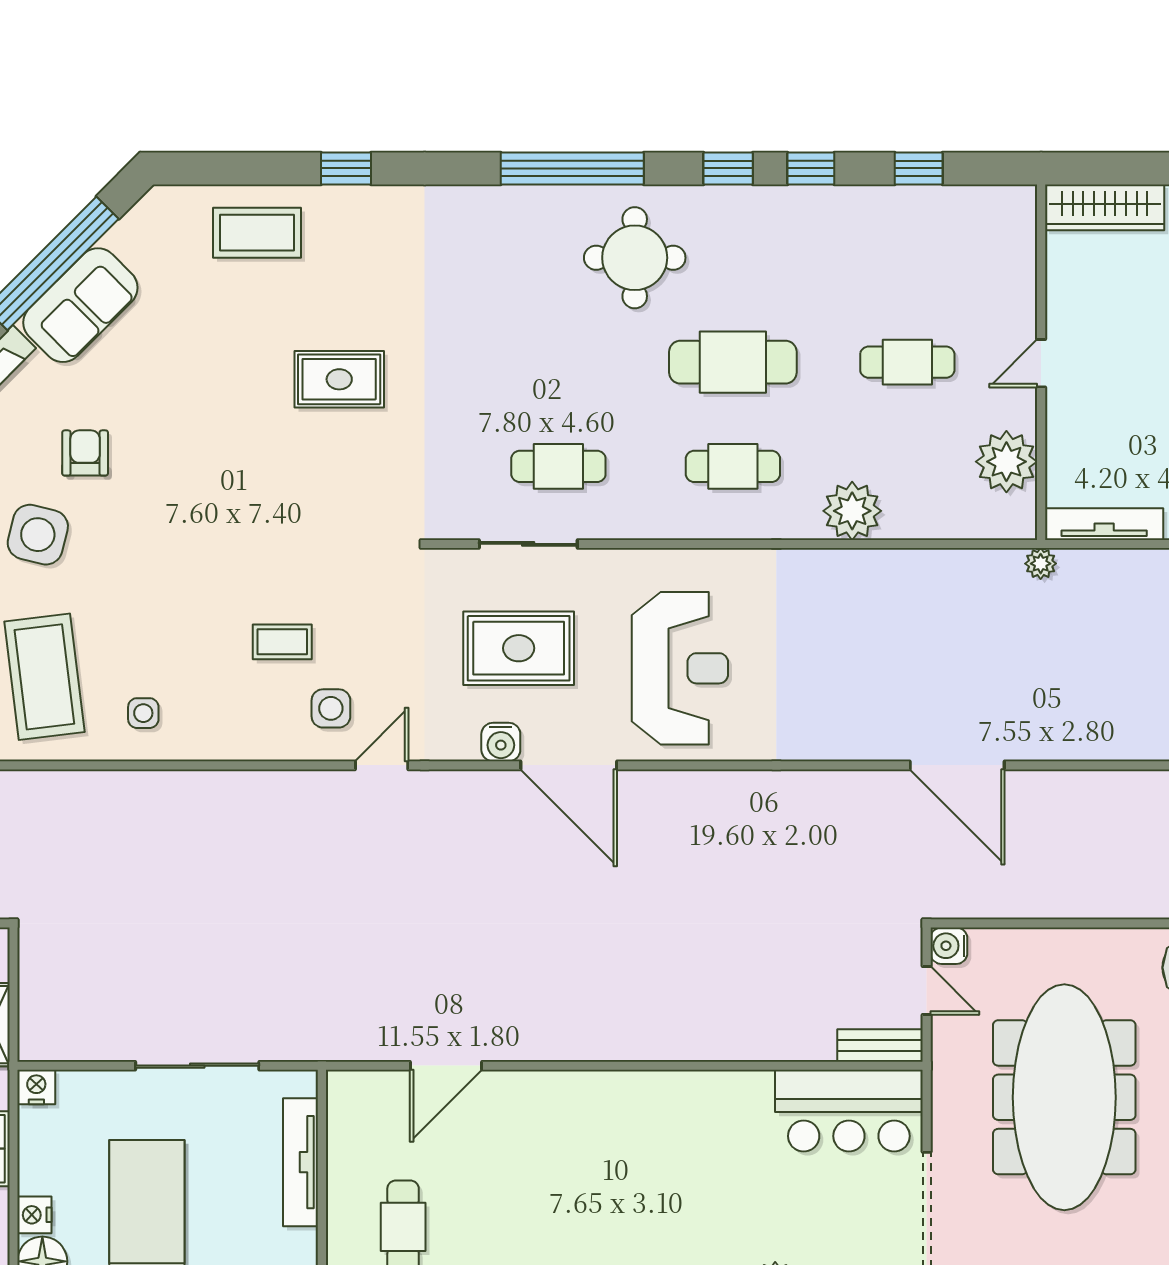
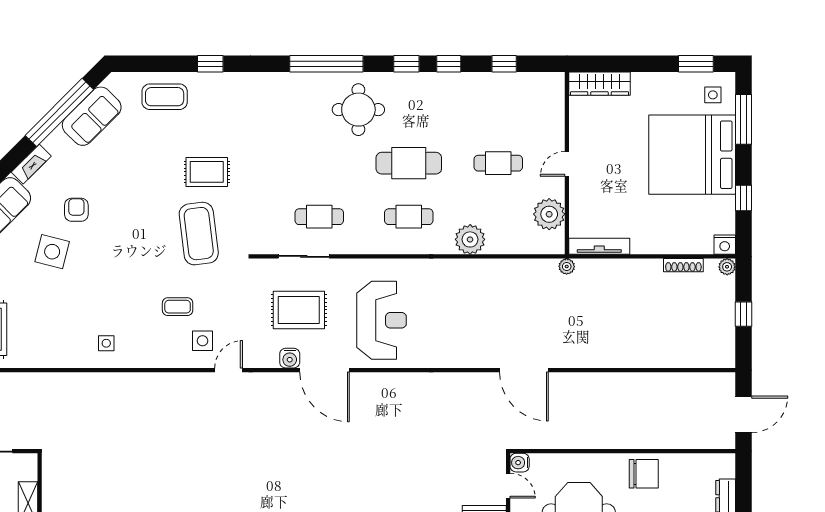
sofa: (80, 305) -> (92, 116), moved
coffee table: (44, 677) -> (199, 234), moved

